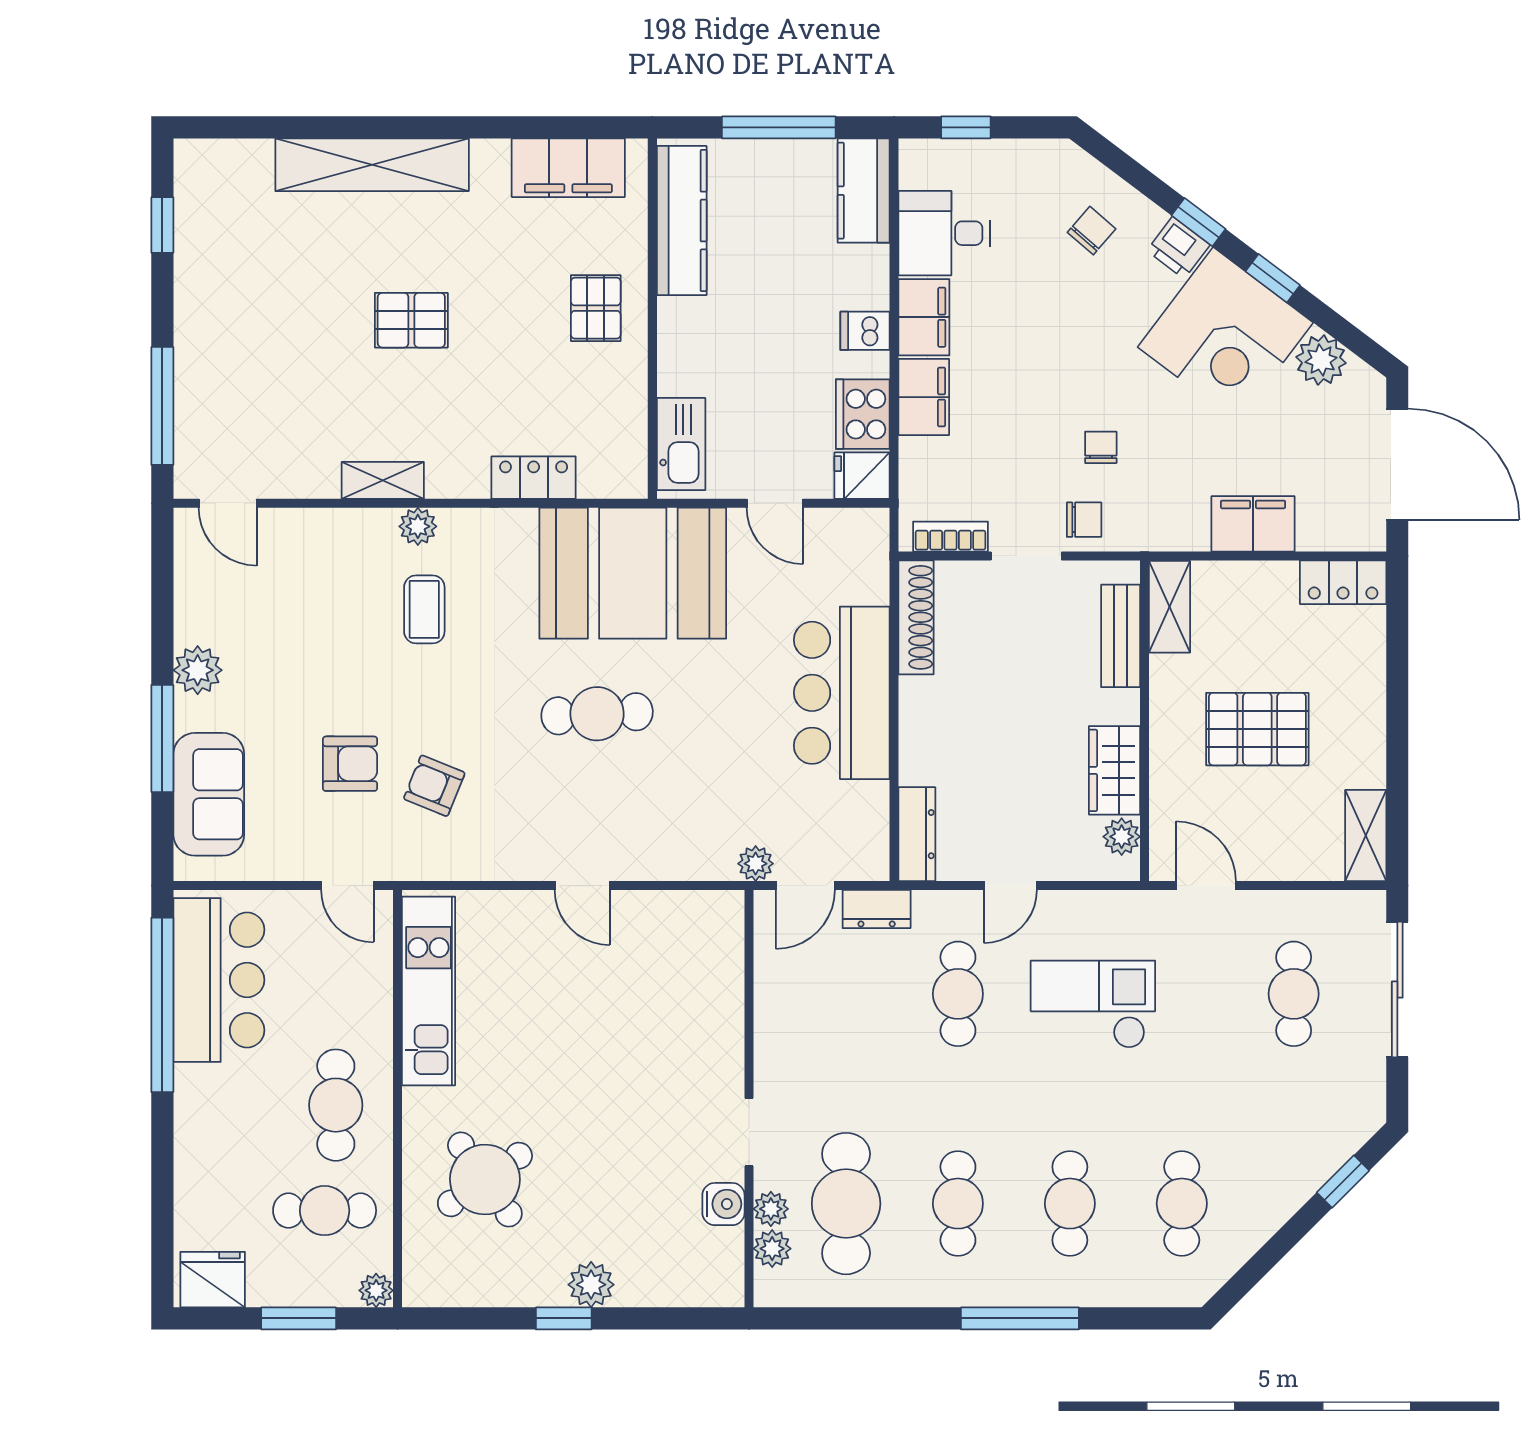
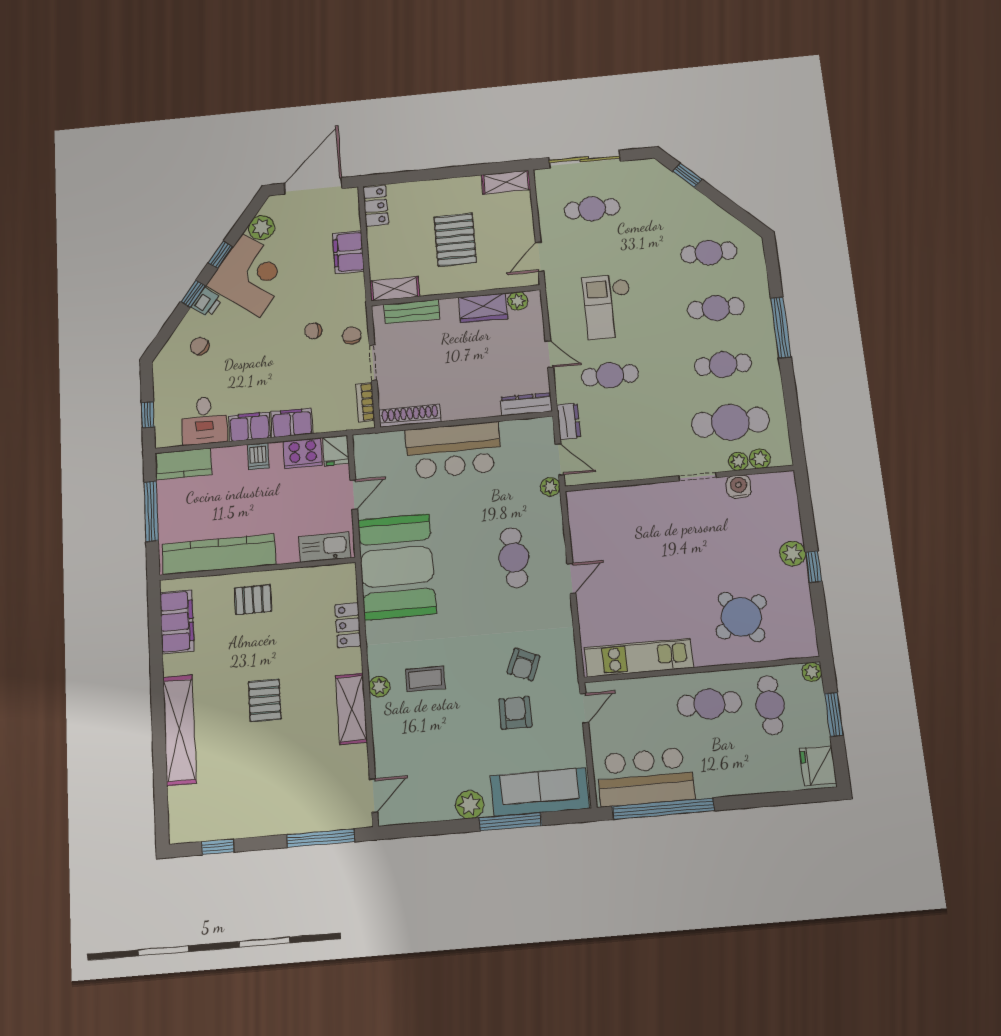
kitchen counter: (682, 221) -> (219, 554), width x1.39, depth x1.17
shelving: (383, 480) -> (351, 709), width x1.50, depth x1.33
cafe table: (597, 714) -> (514, 557), moved
sofa: (209, 794) -> (540, 792), width x1.36

